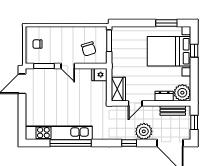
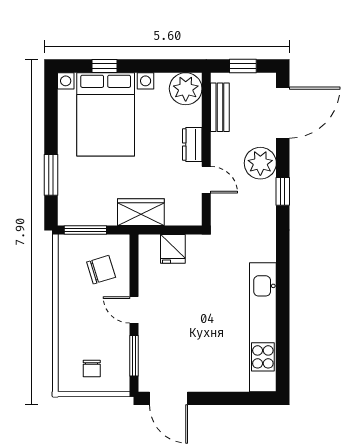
window: (166, 23) -> (51, 175), moved
door: (68, 66) -> (134, 310), swing flipped
fridge: (99, 75) -> (173, 249), moved
wardrobe: (118, 89) -> (141, 212), moved
dresser: (164, 96) -> (192, 145), moved
window: (71, 143) -> (283, 304), removed

